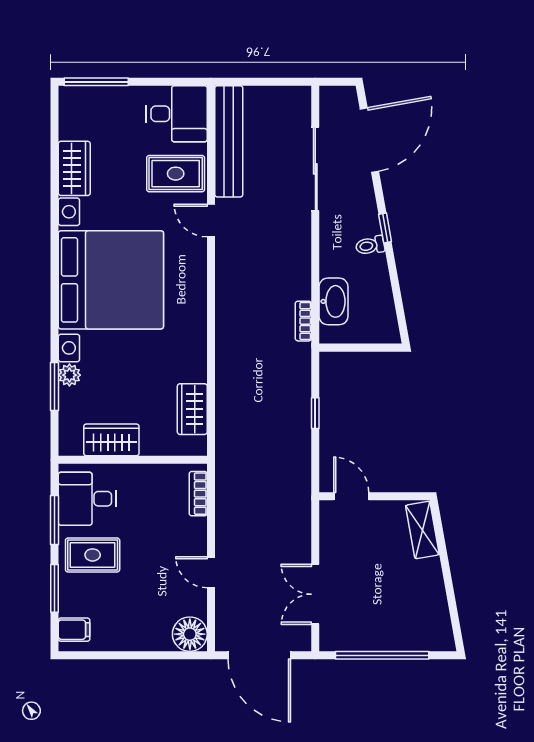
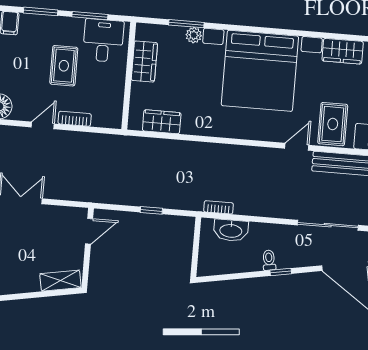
bookcase: (198, 494) -> (75, 119), moved
rug: (93, 555) -> (64, 66), moved

